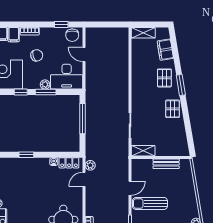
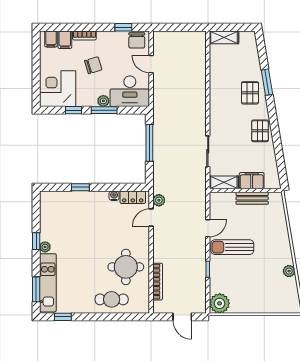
filing cabinet: (165, 50) -> (252, 181), moved, turned 99
window: (181, 85) -> (267, 82), moved

